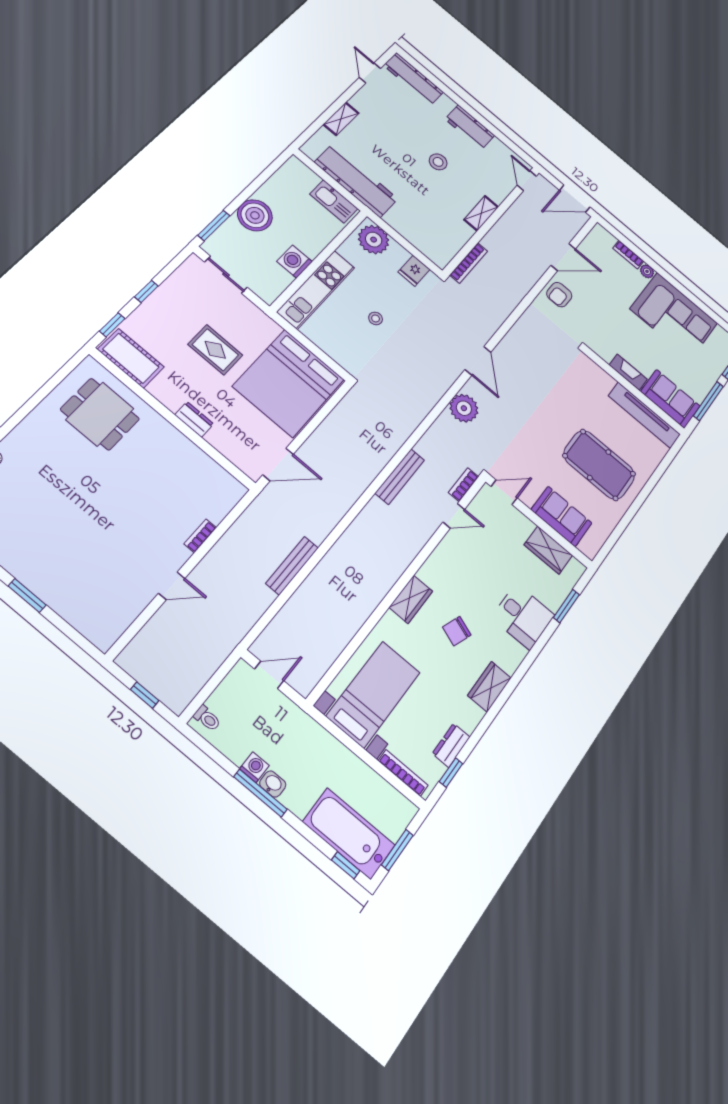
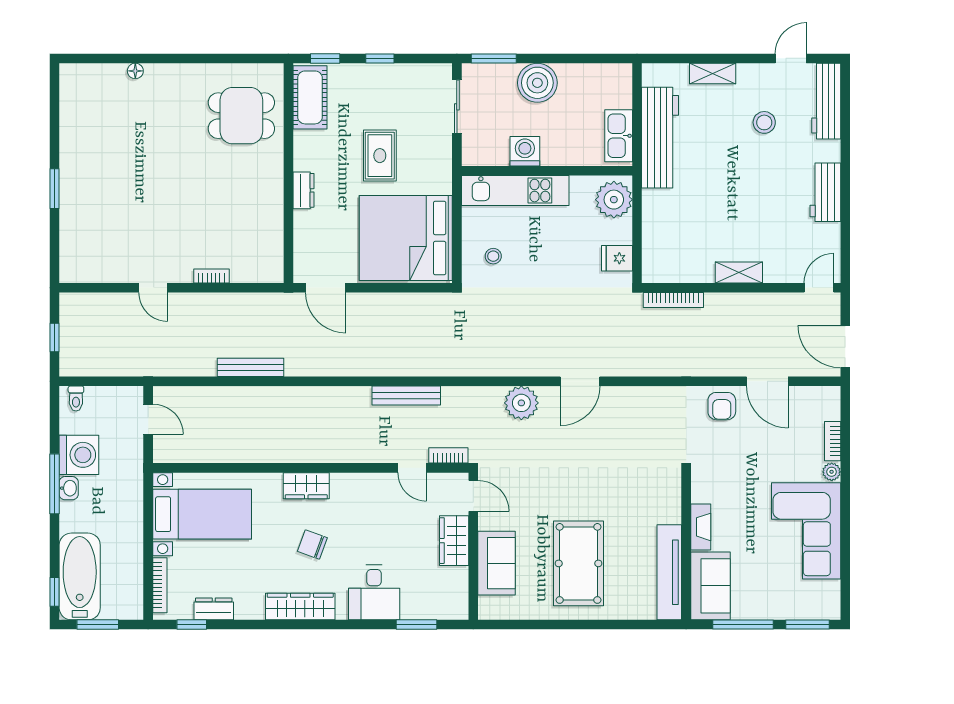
stool: (438, 162) -> (764, 122), moved
armchair: (559, 295) -> (722, 406), turned -90
stool: (376, 318) -> (493, 256), moved
dining table: (100, 414) -> (241, 116), turned 90
wardrobe: (548, 550) -> (454, 541), moved
wardrobe: (489, 687) -> (300, 606), width x1.50
washing machine: (254, 767) -> (79, 455), width x1.89, depth x1.89

